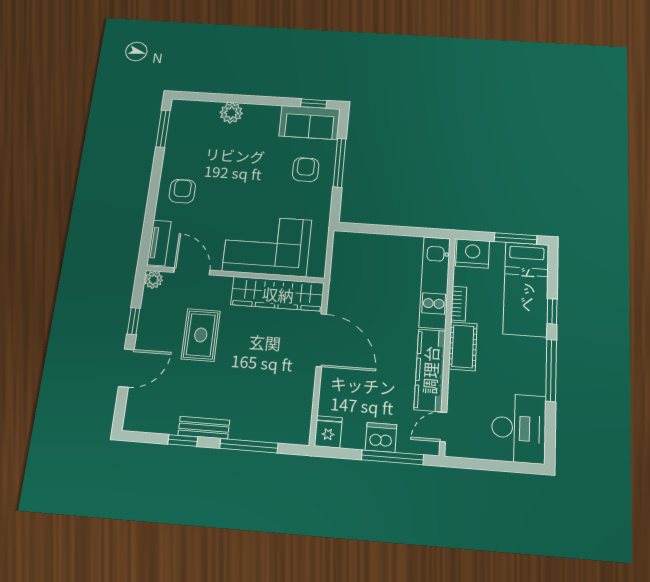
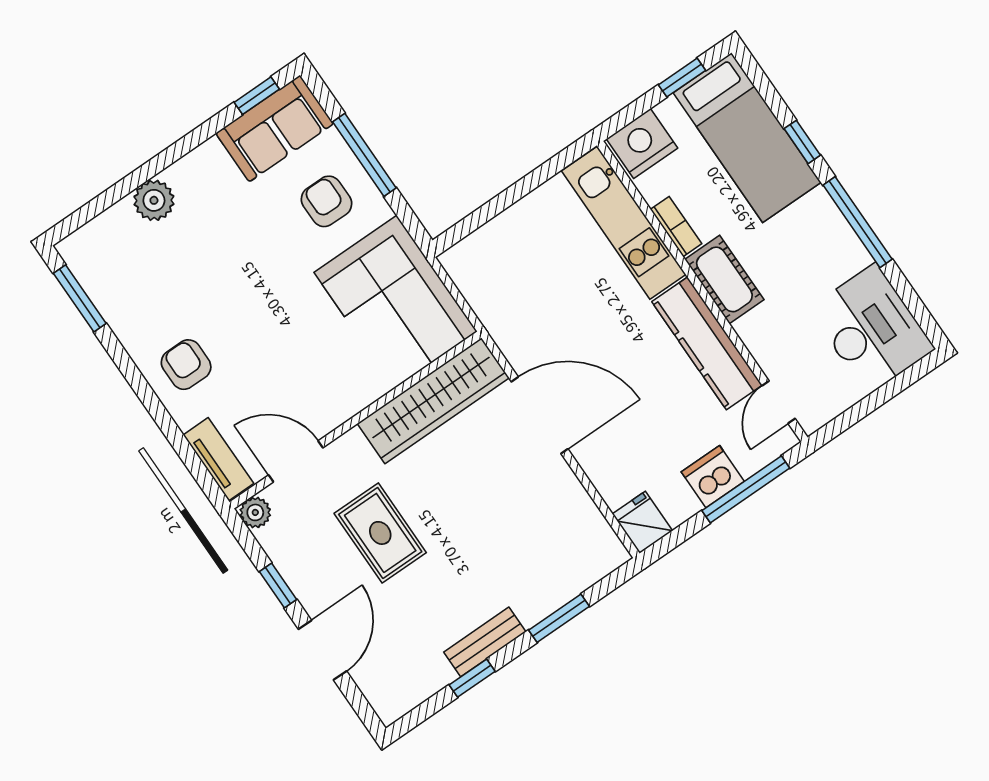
window: (516, 239) -> (682, 78), width x0.67
corner sofa: (267, 246) -> (396, 302), moved, turned -90
window: (249, 446) -> (559, 618), width x0.69

